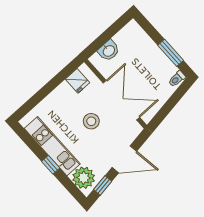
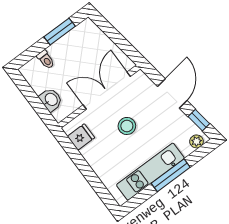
toilet: (177, 79) -> (46, 60), moved
window: (51, 165) -> (171, 175), width x2.17
plant: (84, 178) -> (196, 141), width x0.53, depth x0.53

